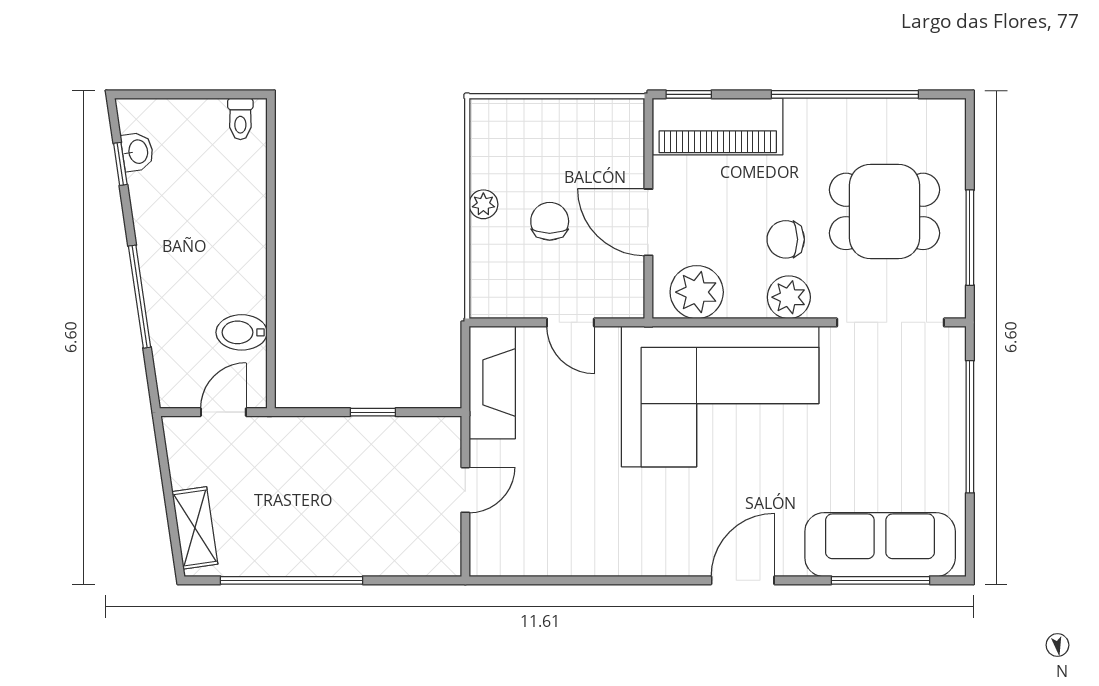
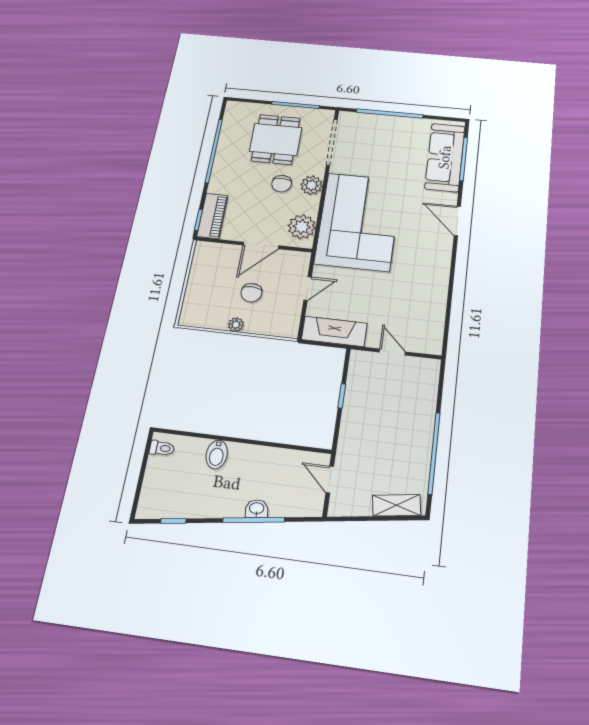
piano: (718, 126) -> (212, 216), width x0.73, depth x0.75
washbasin: (137, 152) -> (257, 509), moved
chair: (550, 221) -> (251, 293), turned -87
bidet: (242, 332) -> (217, 454), moved

